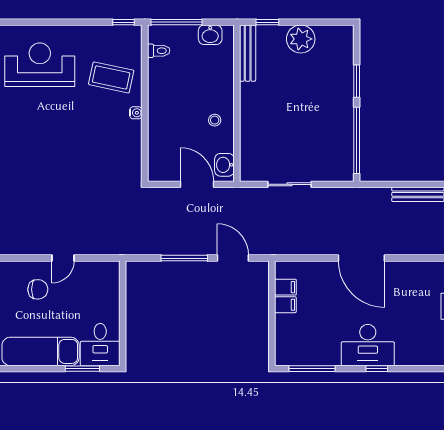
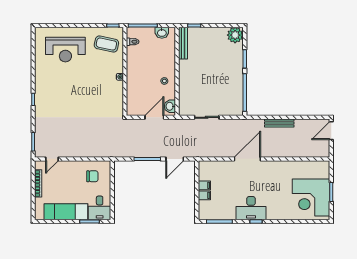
plant: (301, 39) -> (235, 35), moved
reception desk: (40, 65) -> (65, 50), turned 180
coffee table: (111, 77) -> (106, 44), moved
door: (197, 184) -> (154, 117), hinge flipped
door: (63, 258) -> (52, 159), moved
door: (233, 258) -> (175, 159), swing flipped
door: (361, 258) -> (247, 159), swing flipped
filing cabinet: (285, 287) -> (204, 195), moved
chair: (38, 289) -> (92, 176), moved

